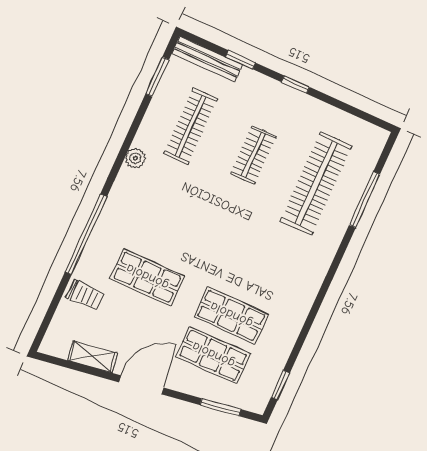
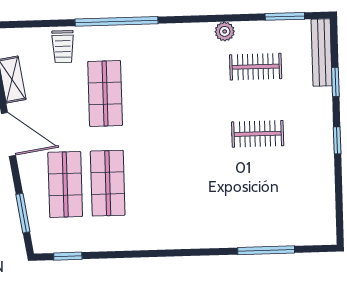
clothes rail: (191, 126) -> (256, 67), width x0.73
plant: (135, 158) -> (225, 31), moved
clothes rail: (316, 183) -> (260, 201), removed

